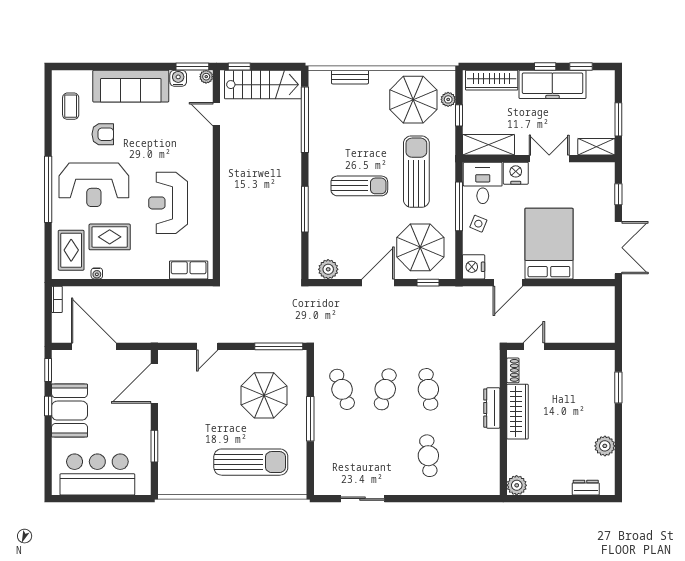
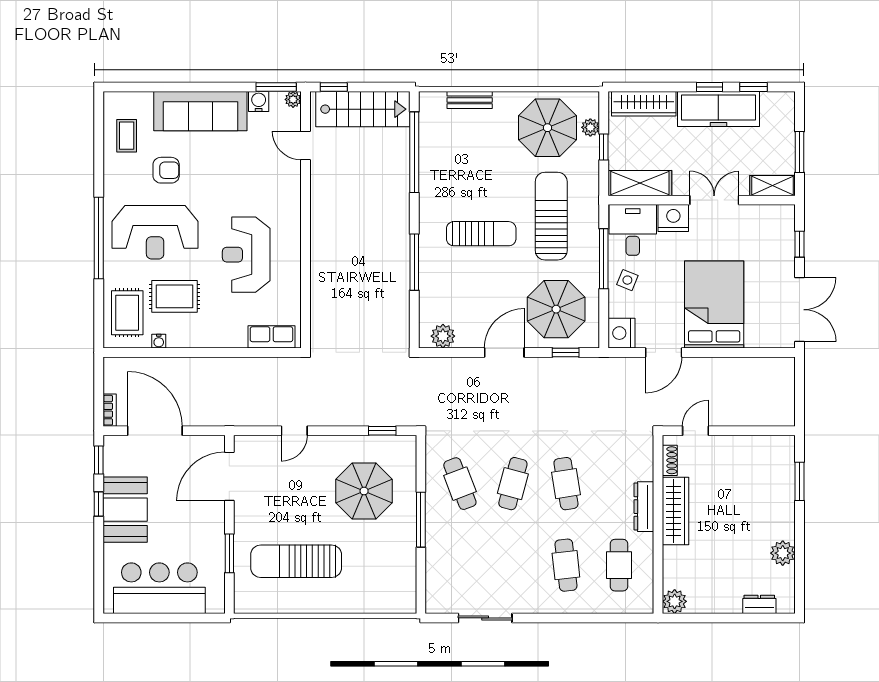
bookcase: (57, 299) -> (110, 410), moved
window: (279, 346) -> (382, 431), width x0.46
cafe table: (472, 456) -> (619, 565), added
sun lounger: (251, 462) -> (296, 561), moved, turned 180

